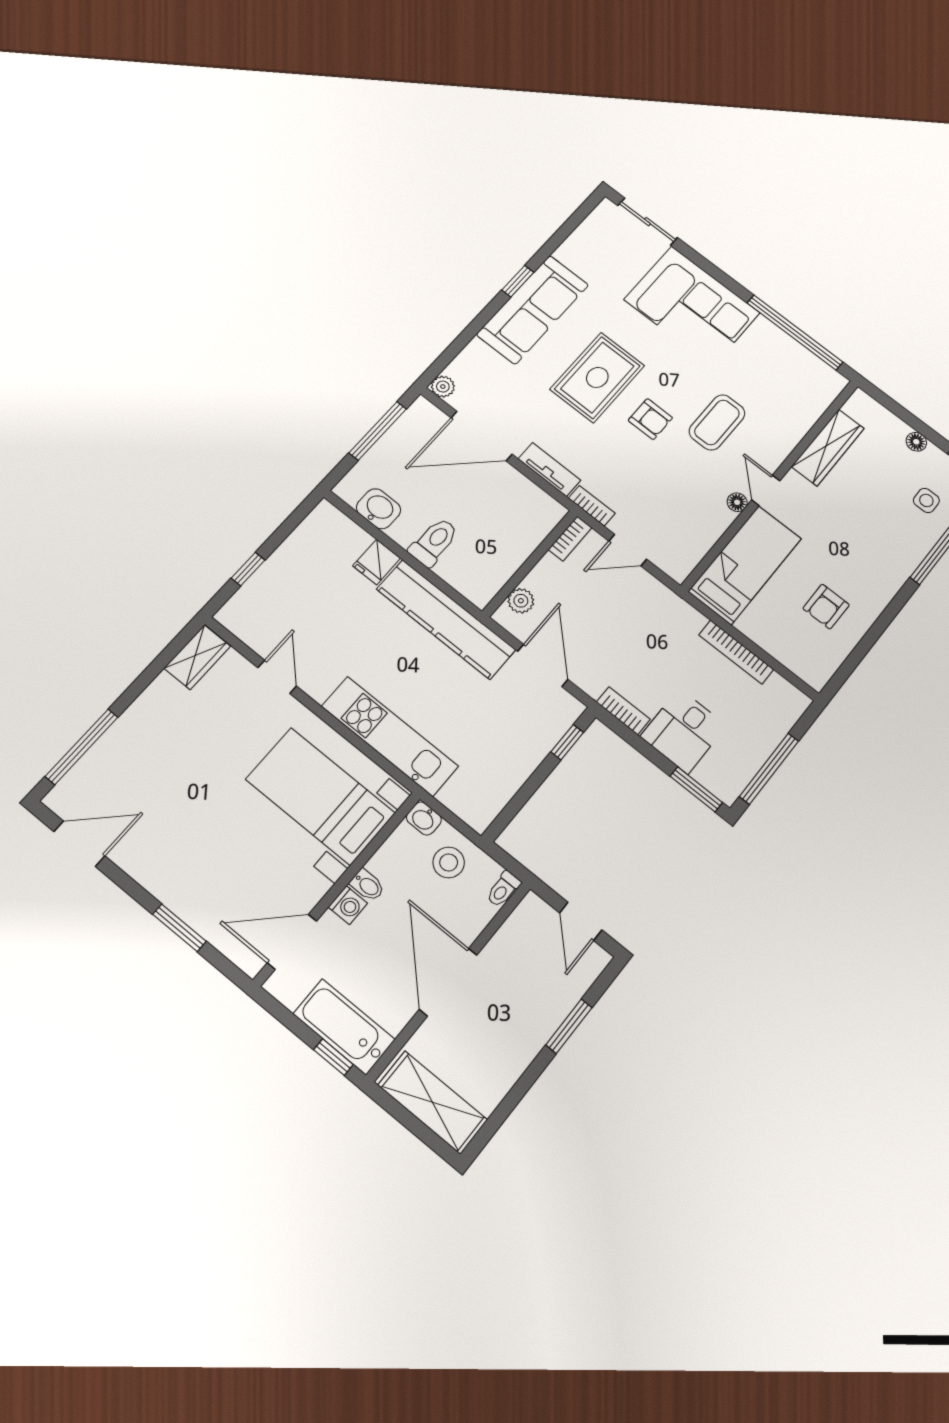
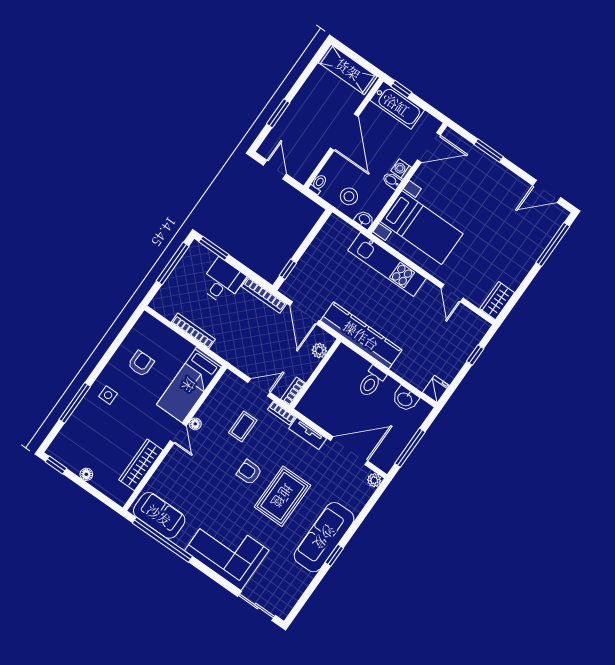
sofa: (799, 369) -> (159, 515), added
coffee table: (717, 422) -> (243, 426), moved, width x0.73, depth x0.77
side table: (926, 500) -> (108, 395), moved
fridge: (377, 562) -> (436, 389), moved
bookcase: (623, 711) -> (264, 295), width x1.56

